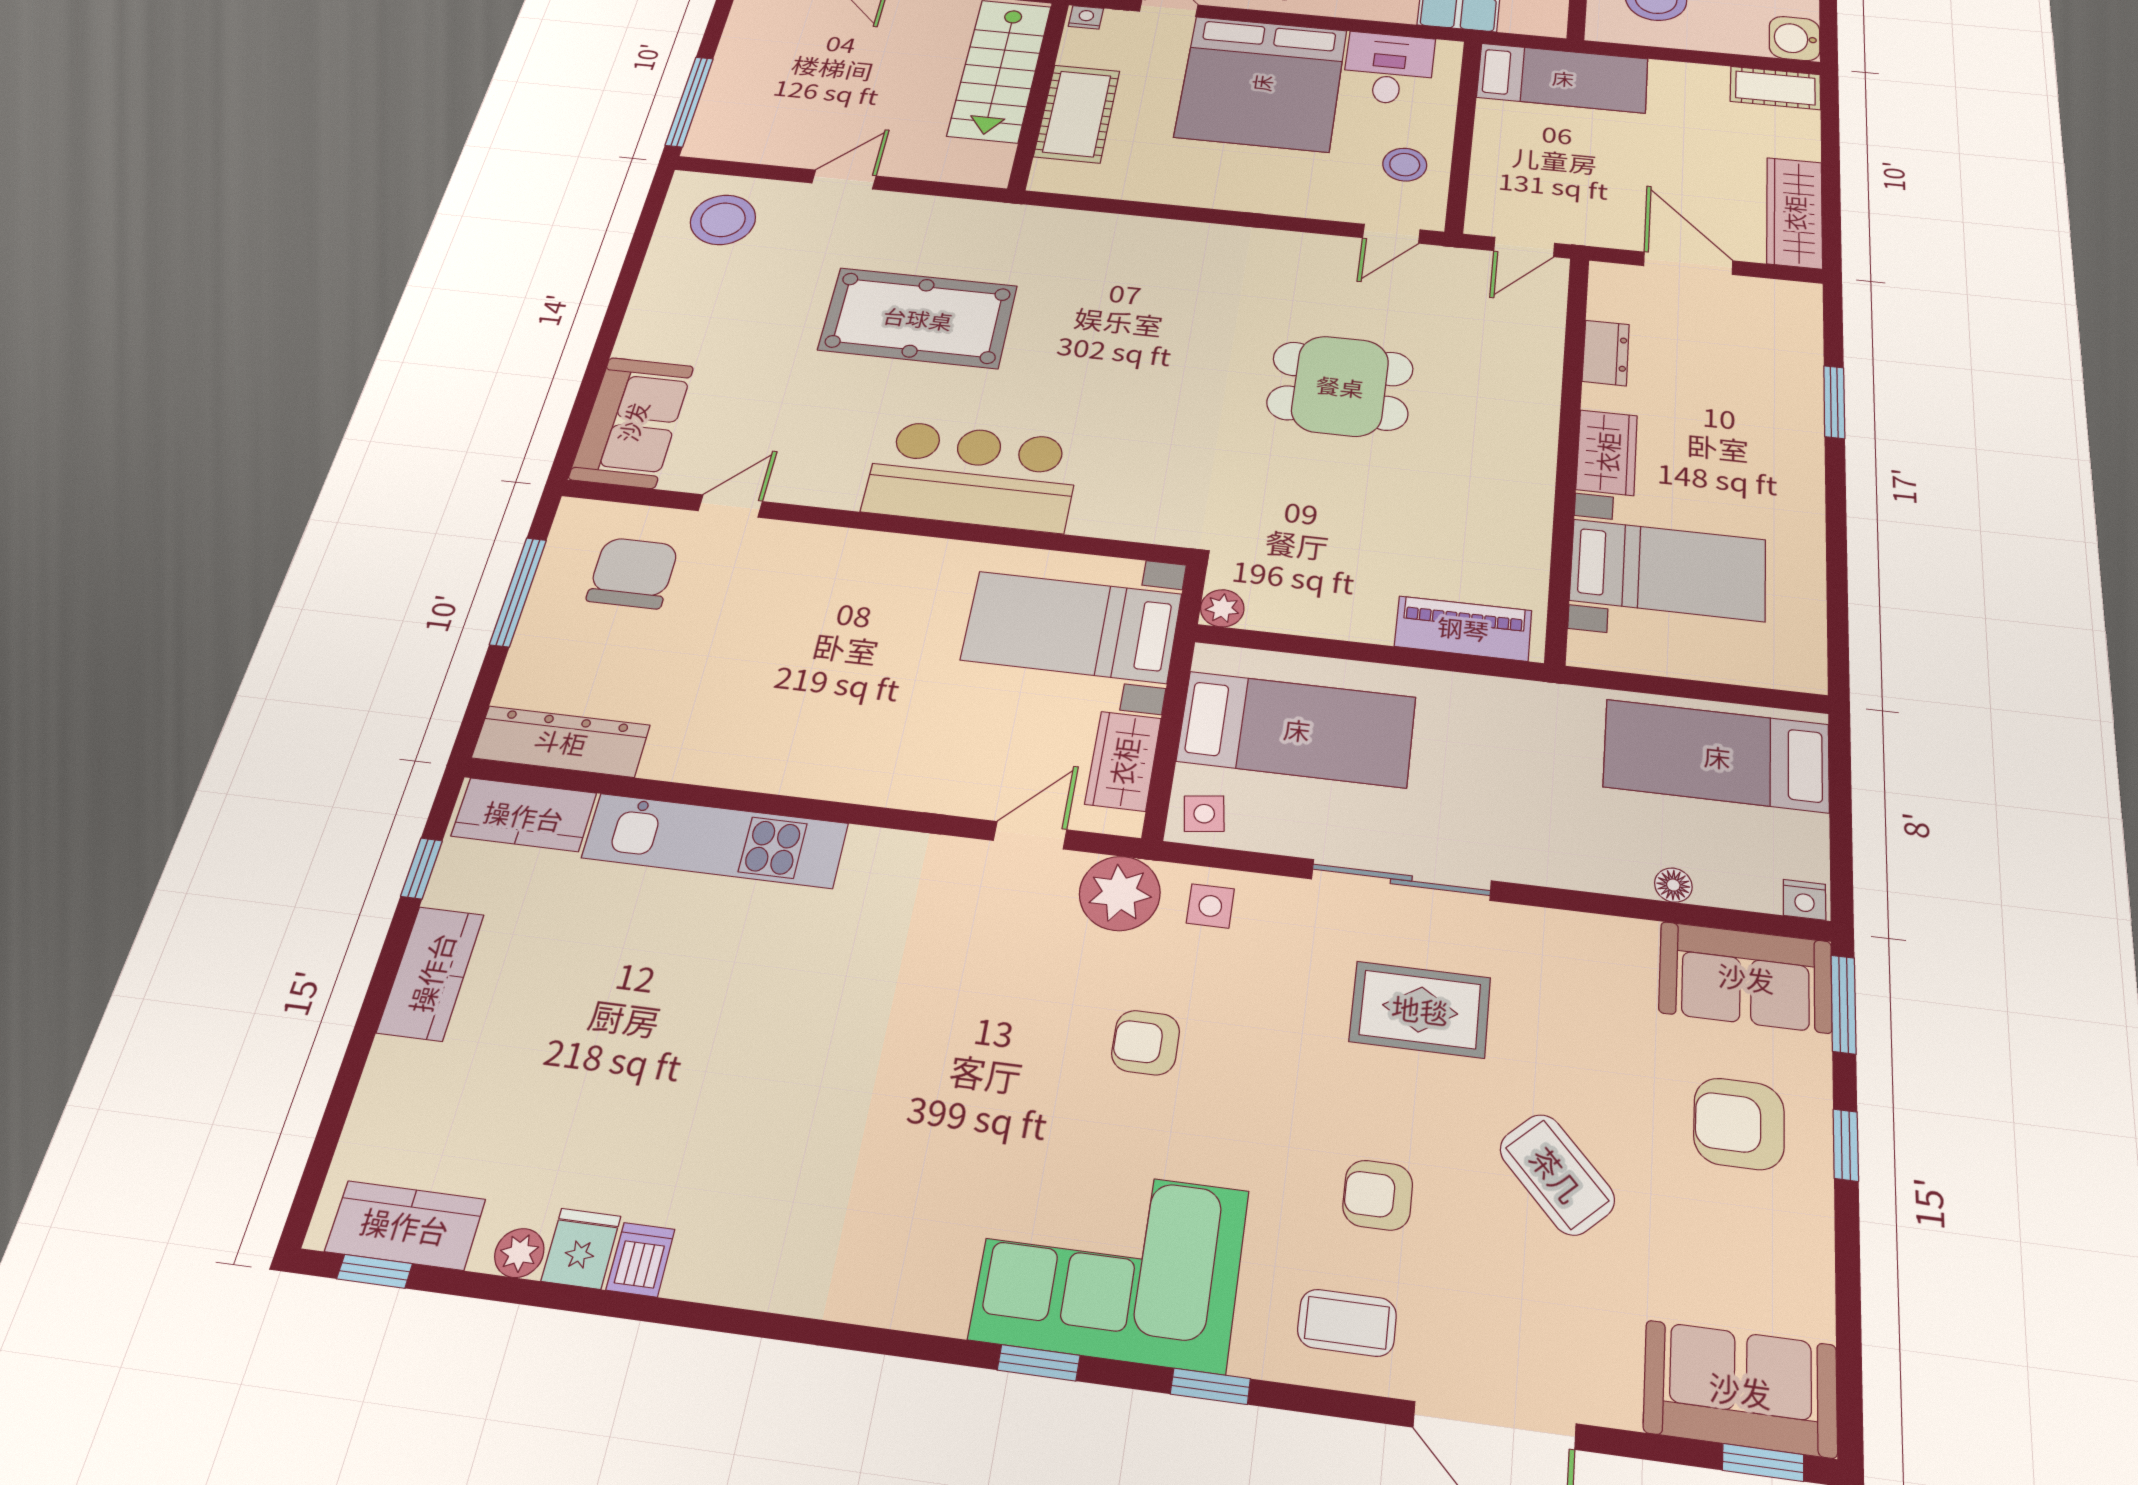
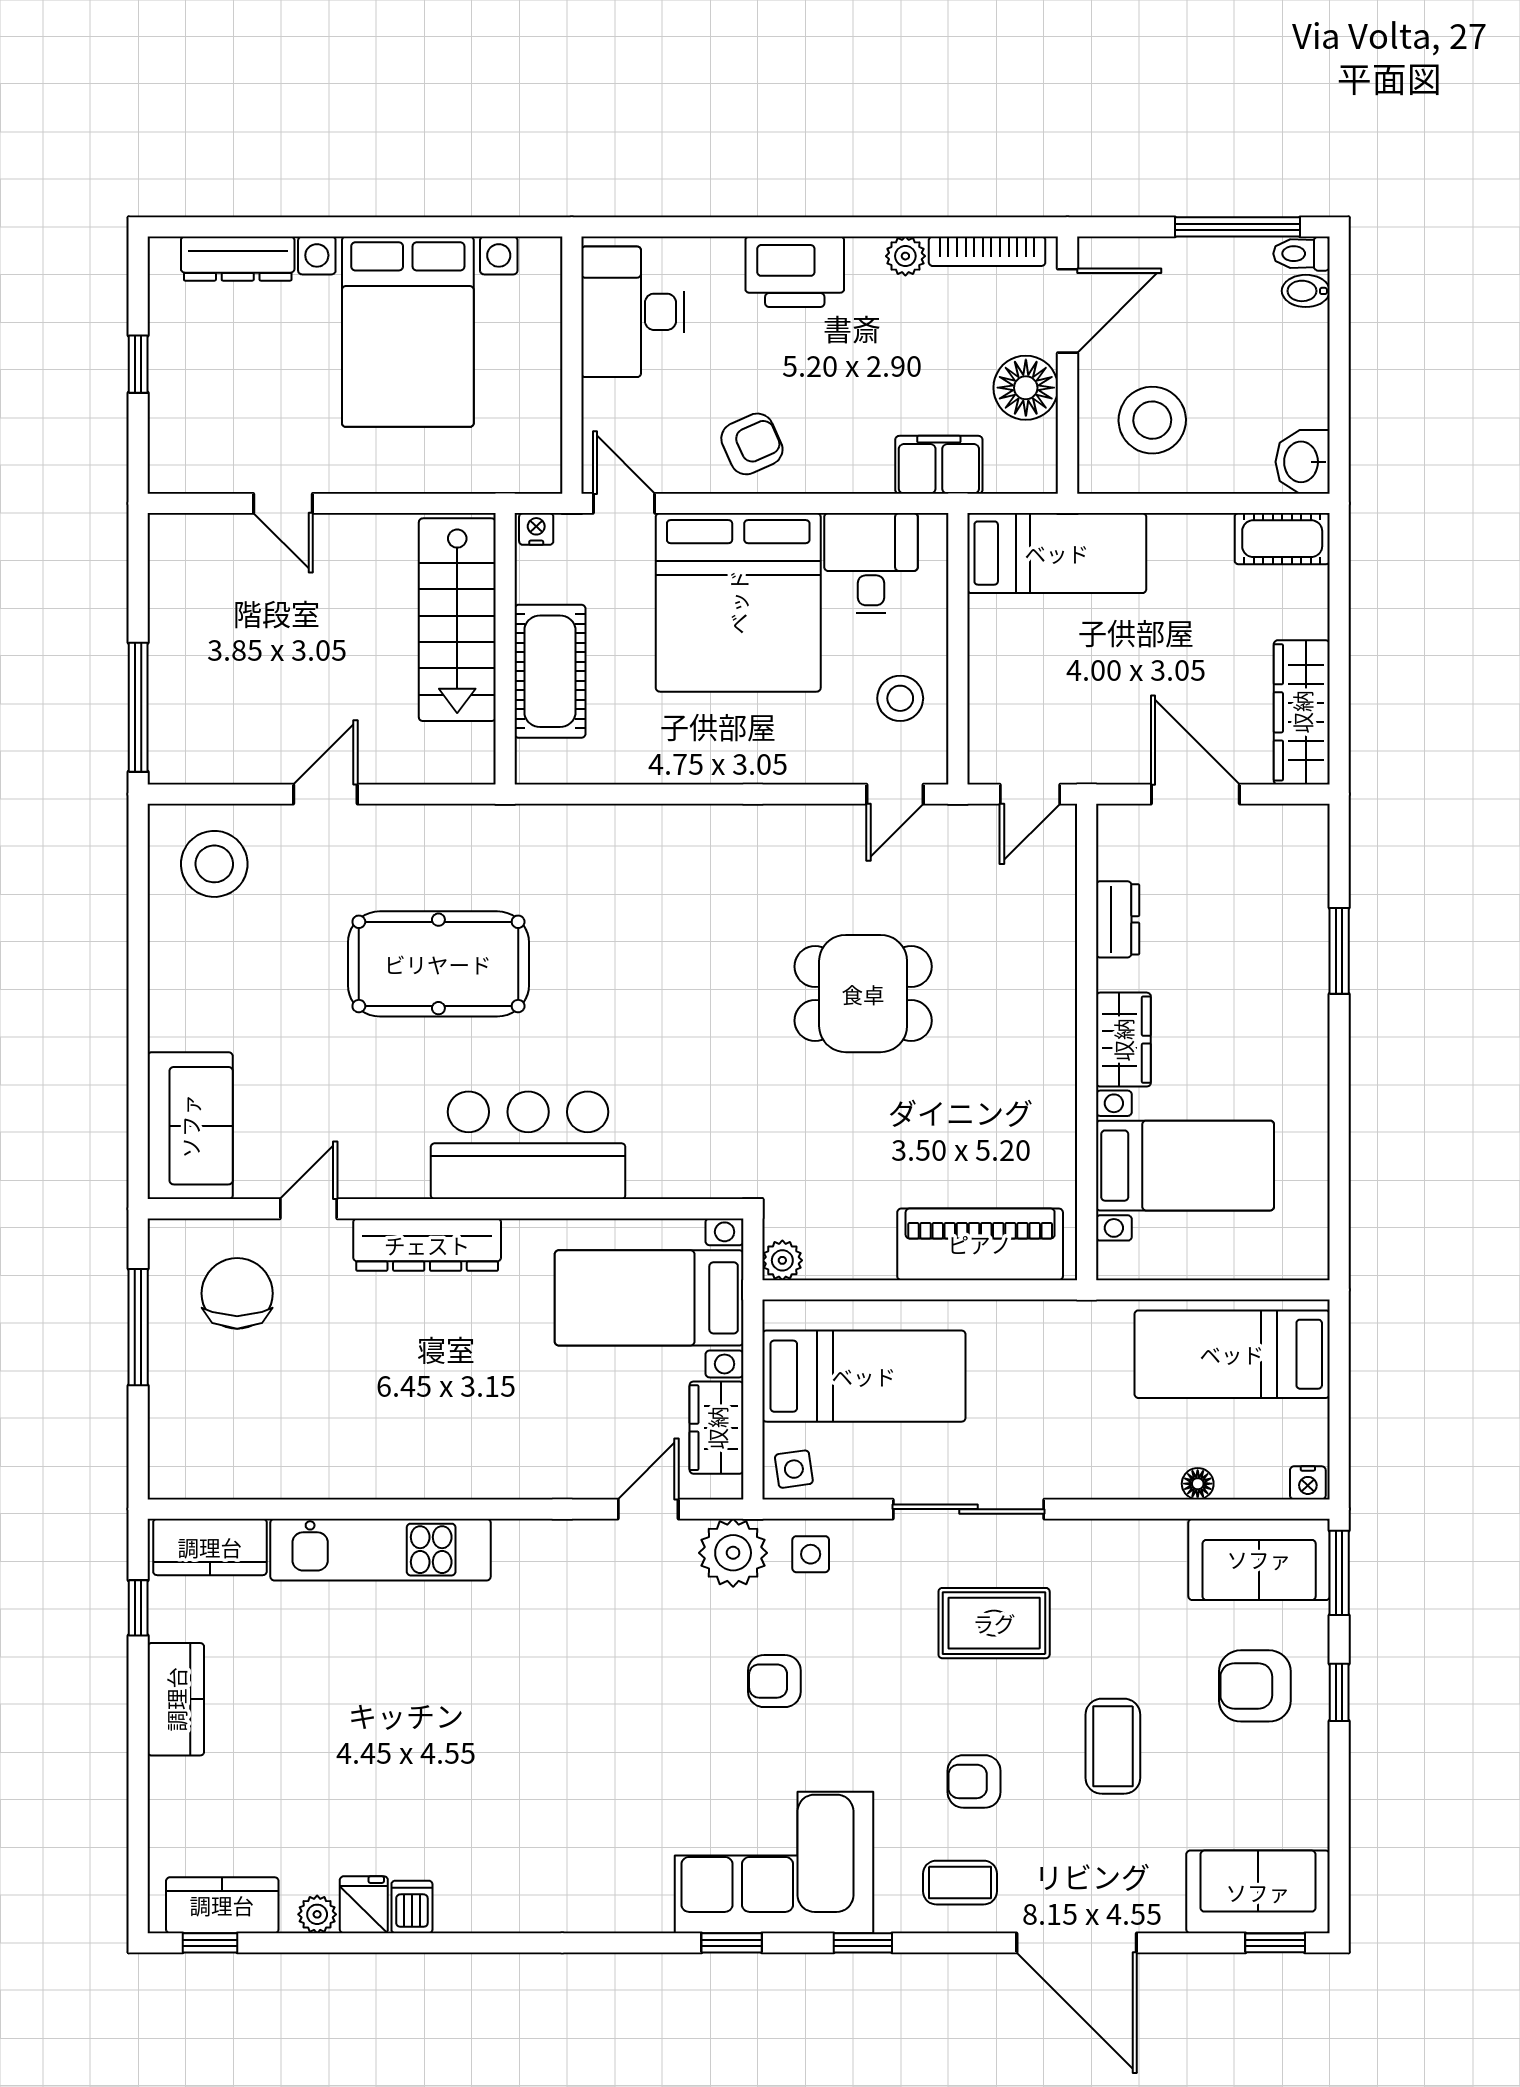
piano: (1463, 628) -> (980, 1244), width x1.37, depth x1.33
dresser: (561, 741) -> (427, 1245), moved, turned 180
coffee table: (1557, 1174) -> (1113, 1746), turned 43

